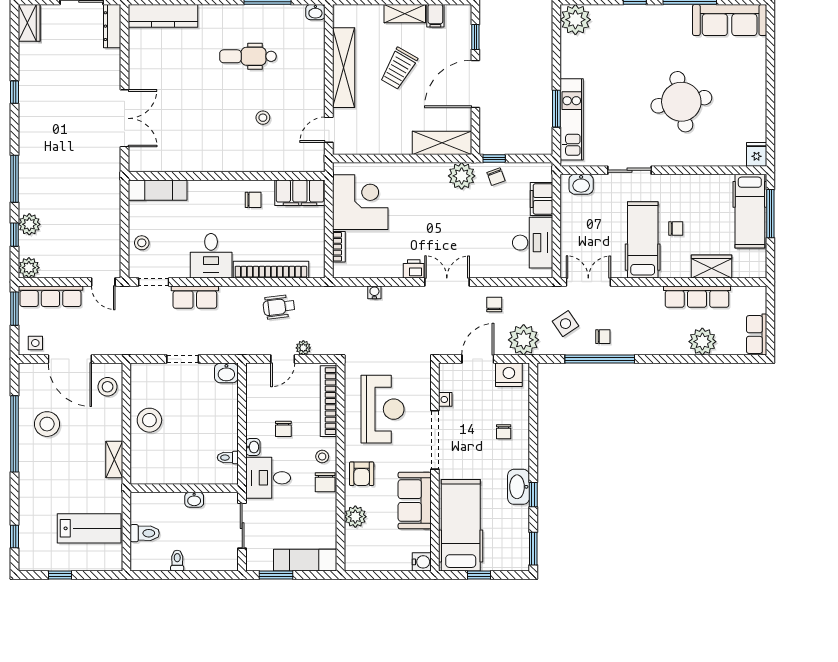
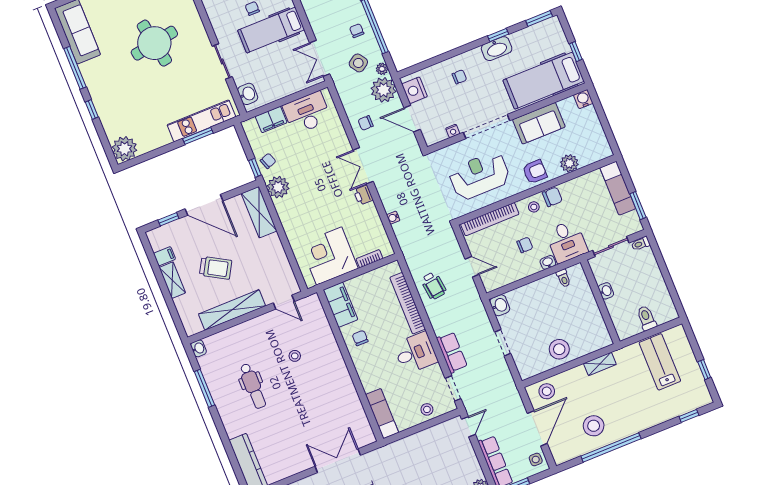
plant: (303, 348) -> (382, 69), moved
toilet: (177, 561) -> (641, 244), moved

